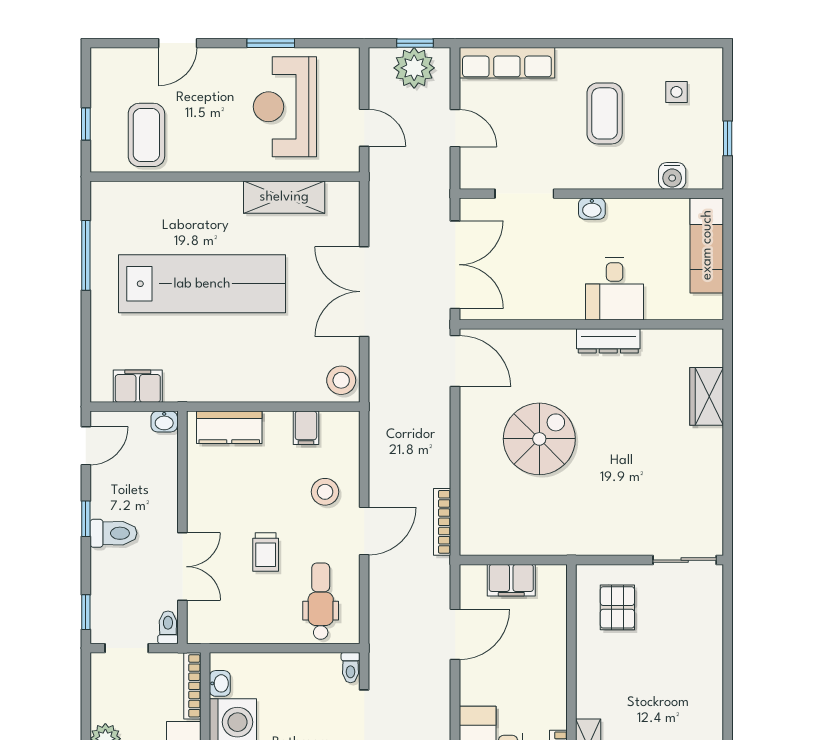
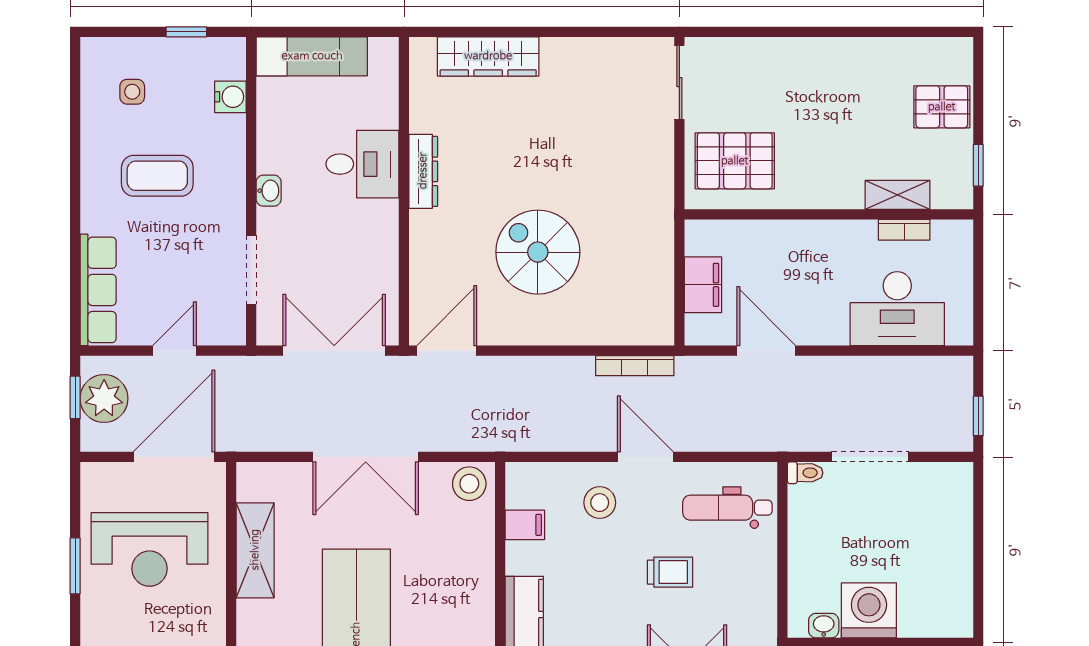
door: (364, 128) -> (174, 457), width x1.88
wardrobe: (707, 396) -> (488, 56), width x1.50
pallet: (617, 607) -> (735, 161), width x1.50, depth x1.42

